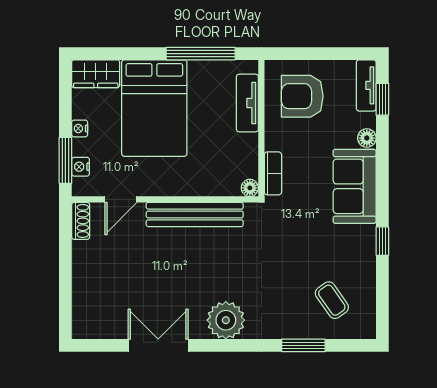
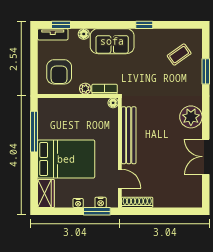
tv unit: (247, 103) -> (63, 104), removed
plant: (274, 140) -> (85, 89), added
shoe rack: (81, 221) -> (137, 202), width x1.43

